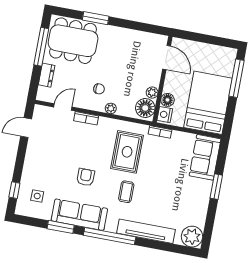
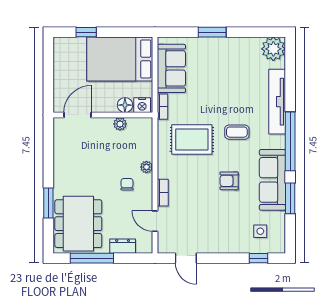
window: (237, 78) -> (86, 32), width x0.46
floor lamp: (145, 108) -> (139, 128), removed
sofa: (205, 157) -> (171, 68), moved, turned -90

